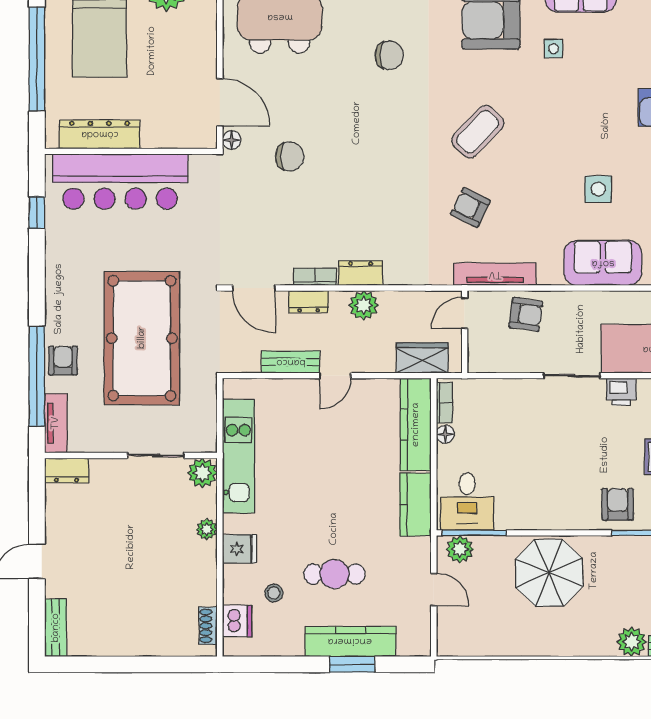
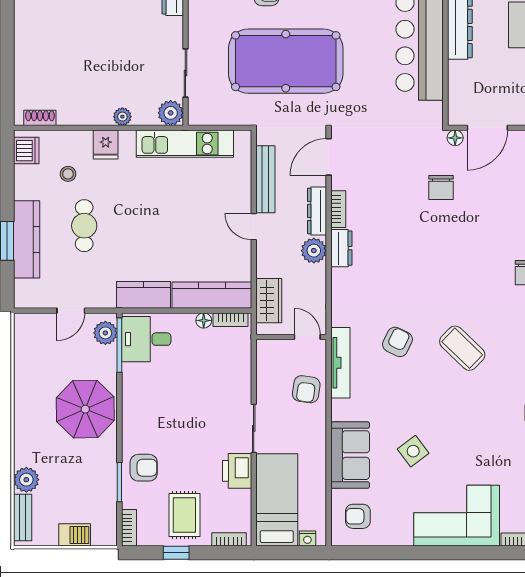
side table: (598, 189) -> (413, 451), turned -37
dresser: (309, 302) -> (317, 211), width x1.44
bench: (291, 362) -> (265, 179), width x1.36
printer: (621, 392) -> (237, 471), width x1.36, depth x1.24
dishwasher: (237, 621) -> (26, 151), moved, turned -90

